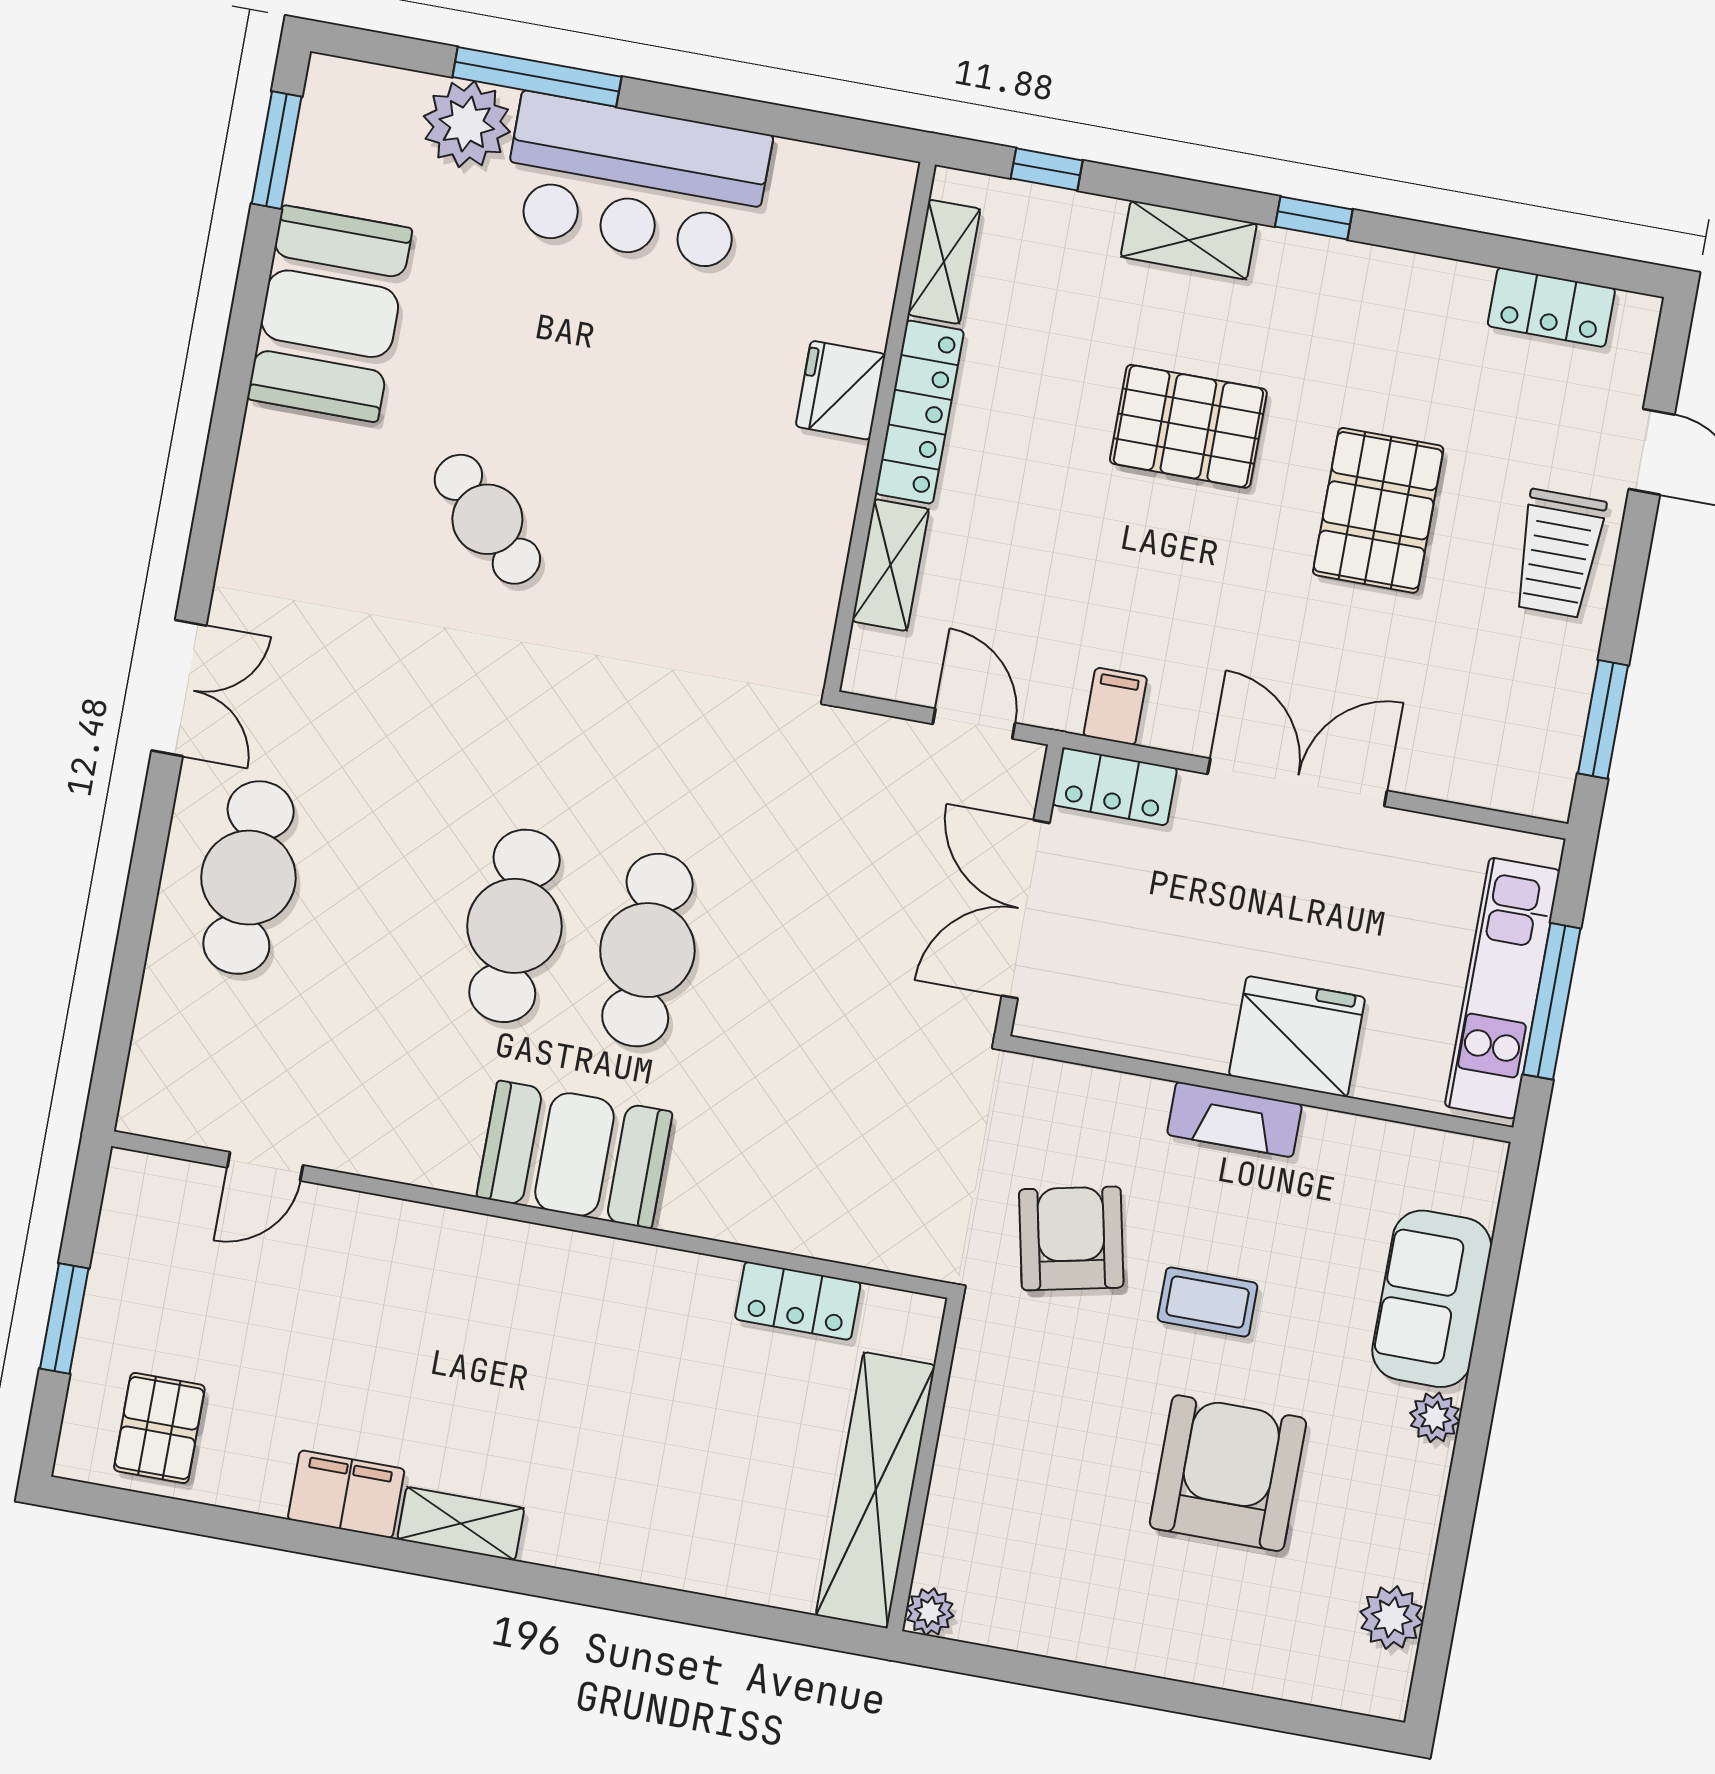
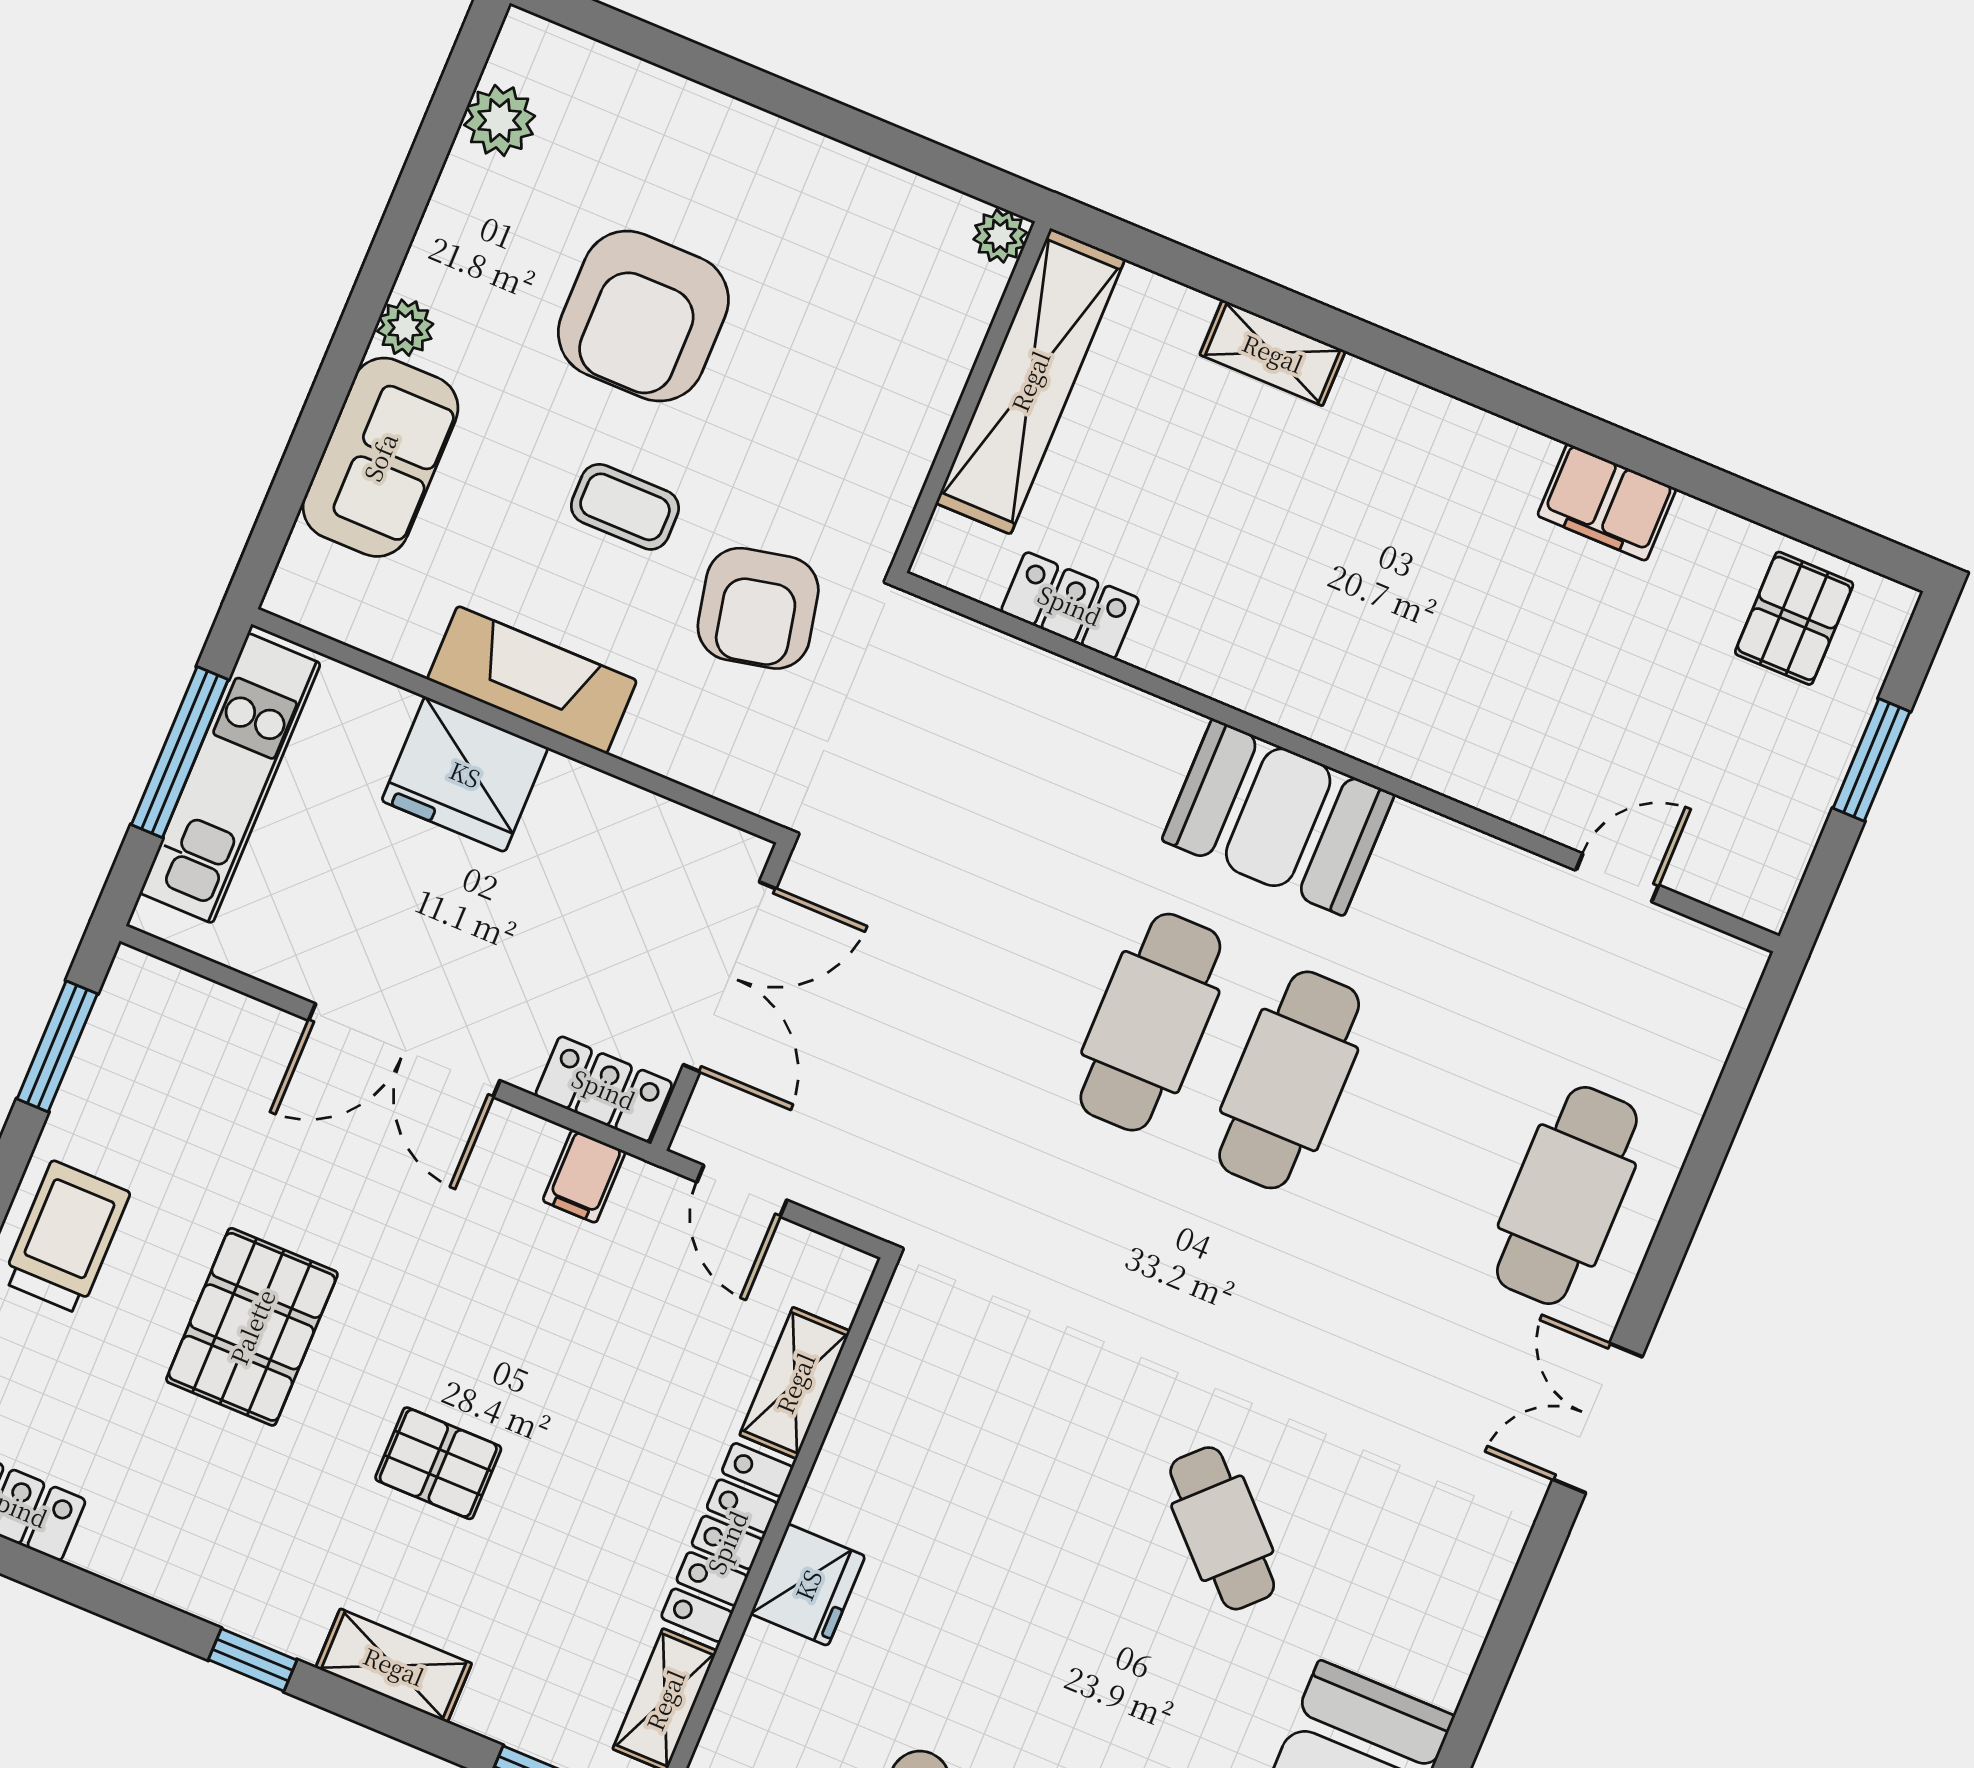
pallet: (1188, 426) -> (438, 1463), width x0.67, depth x0.71
fireplace: (1234, 1120) -> (532, 680), width x1.37, depth x1.32
shelving: (461, 1524) -> (1273, 353), moved

